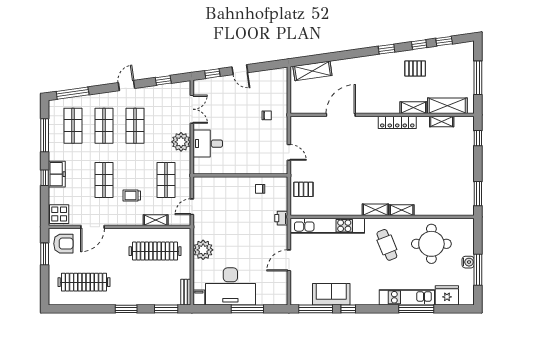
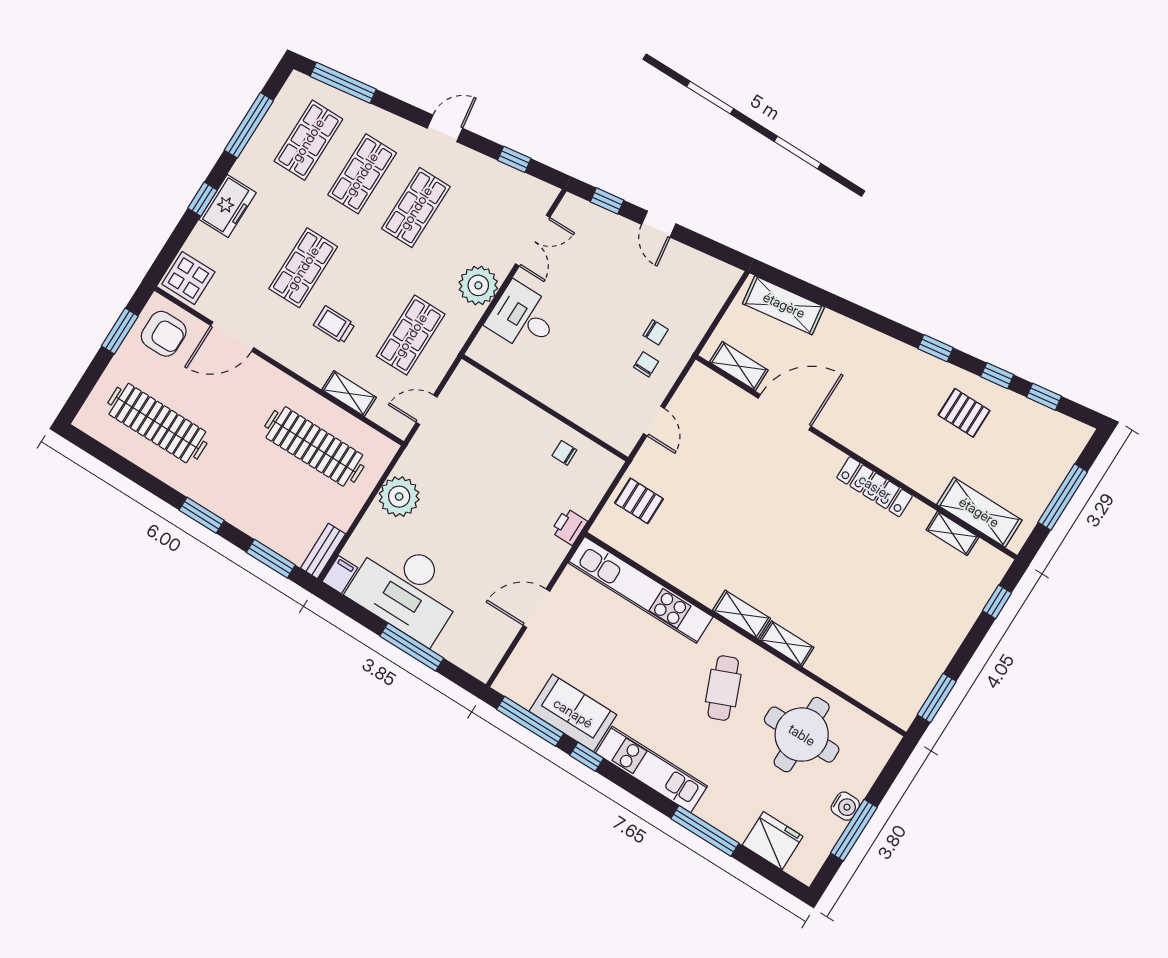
shelving: (413, 108) -> (739, 366), moved
chair: (271, 131) -> (646, 364), added
kitchen unit: (407, 297) -> (651, 770), moved

